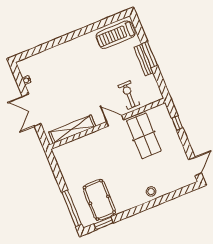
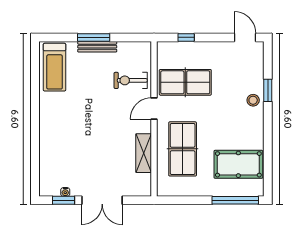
window: (20, 81) -> (63, 200), added
shelving: (72, 129) -> (144, 153), width x0.68
table tennis table: (94, 154) -> (183, 149), added
window: (104, 223) -> (268, 90), moved

